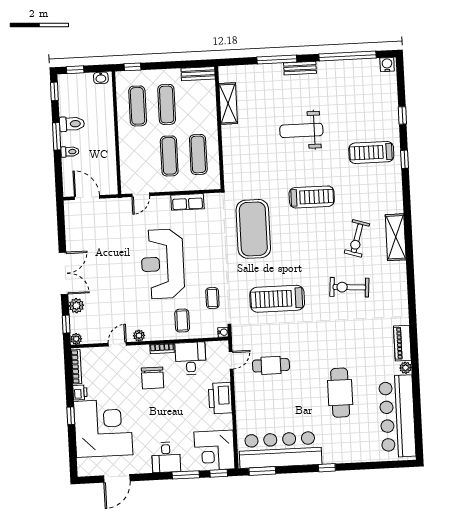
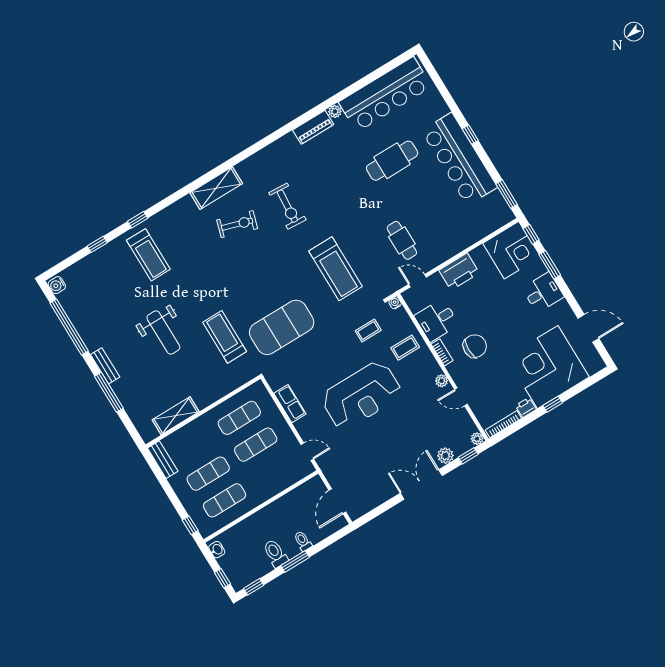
treadmill: (312, 197) -> (225, 337), moved
bar counter: (280, 450) -> (459, 159), moved

